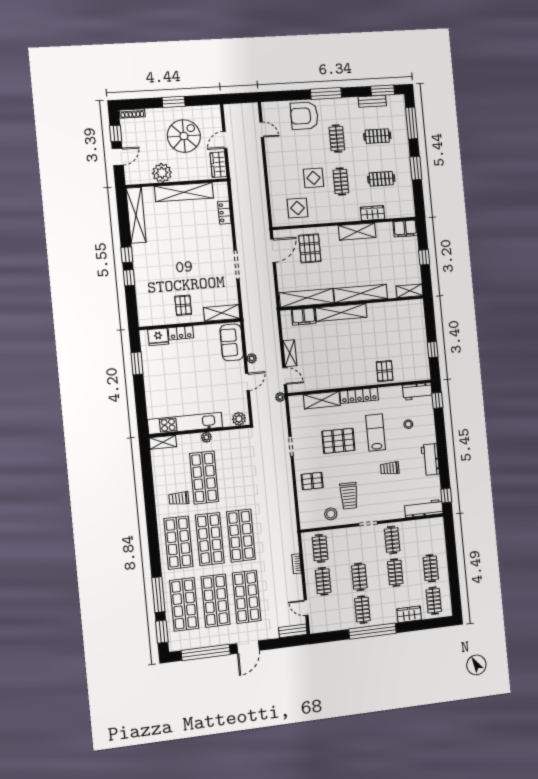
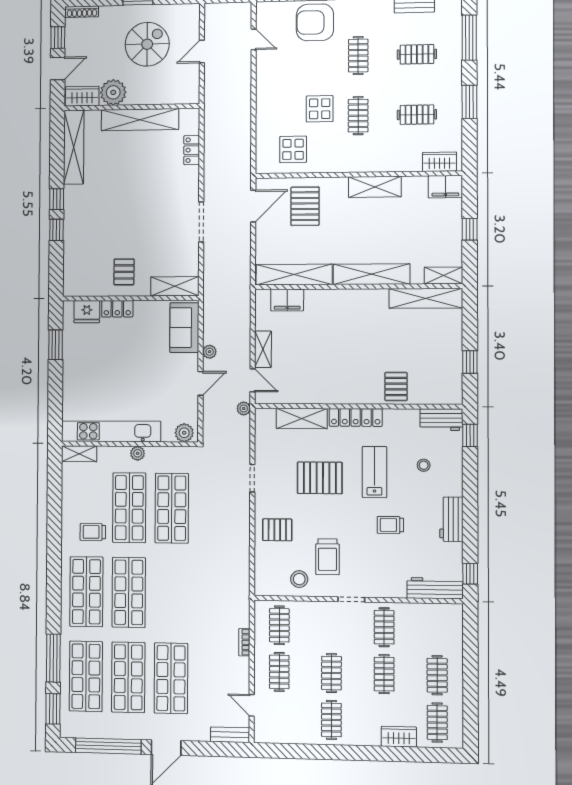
wardrobe: (218, 165) -> (82, 96), moved, turned 90
wardrobe: (373, 213) -> (440, 162), moved
shelving: (341, 313) -> (426, 298), moved
shop shelf: (241, 536) -> (172, 508), moved
window: (372, 631) -> (343, 752), removed

